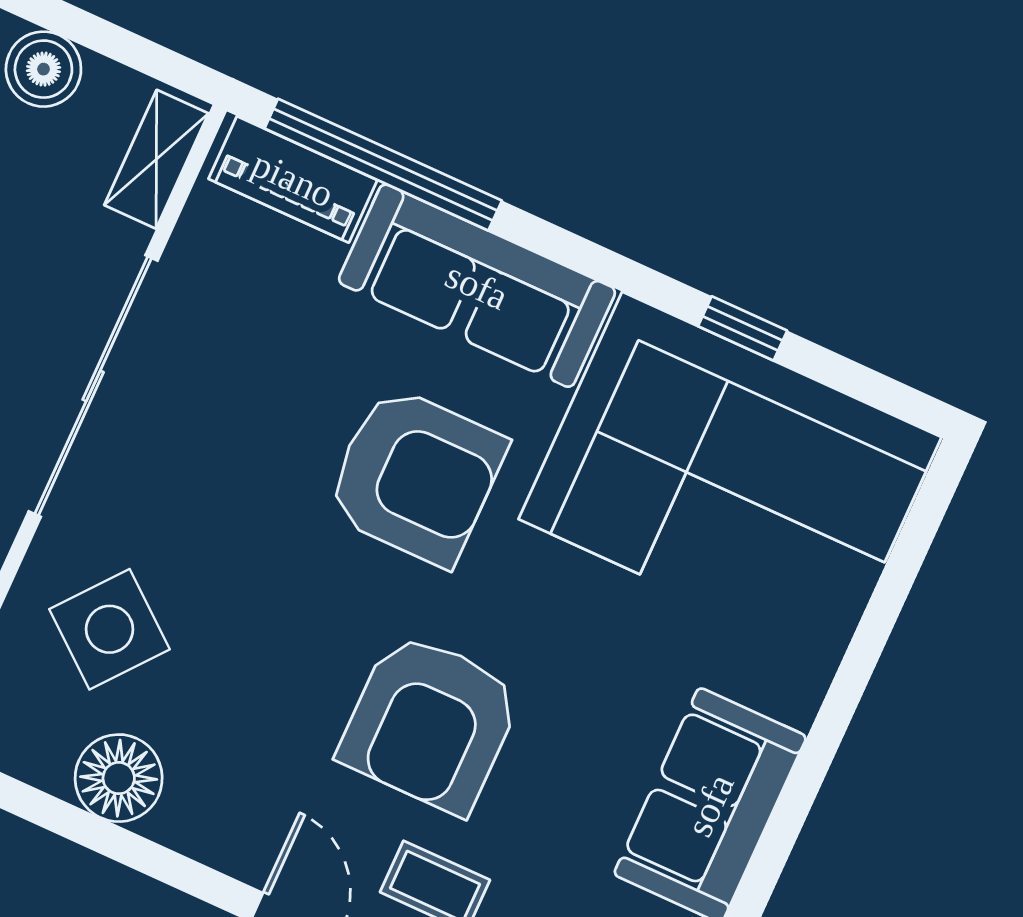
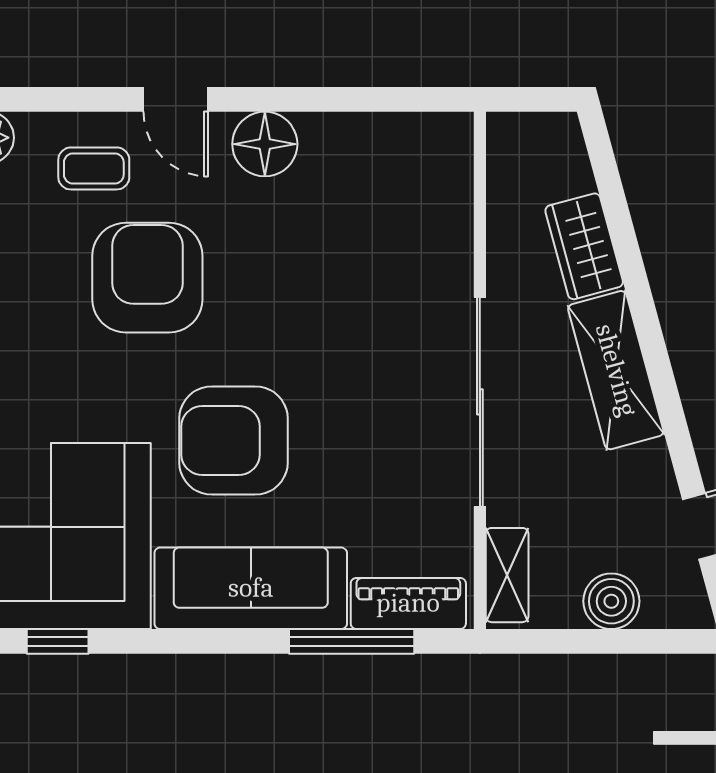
window: (383, 165) -> (352, 641), width x0.68
side table: (110, 629) -> (394, 242), removed
floor lamp: (119, 778) -> (265, 144), moved

